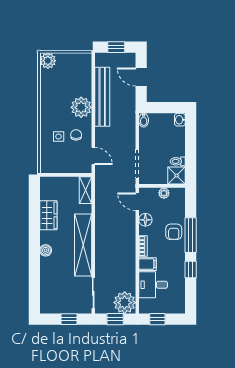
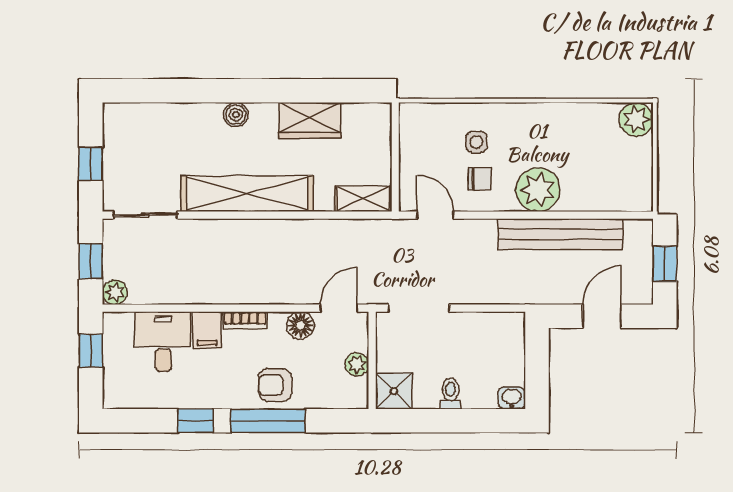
bidet: (144, 120) -> (511, 322), removed
door: (93, 156) -> (435, 215), swing flipped
toilet: (178, 161) -> (450, 394), moved
plant: (125, 303) -> (115, 292), width x0.53, depth x0.53

